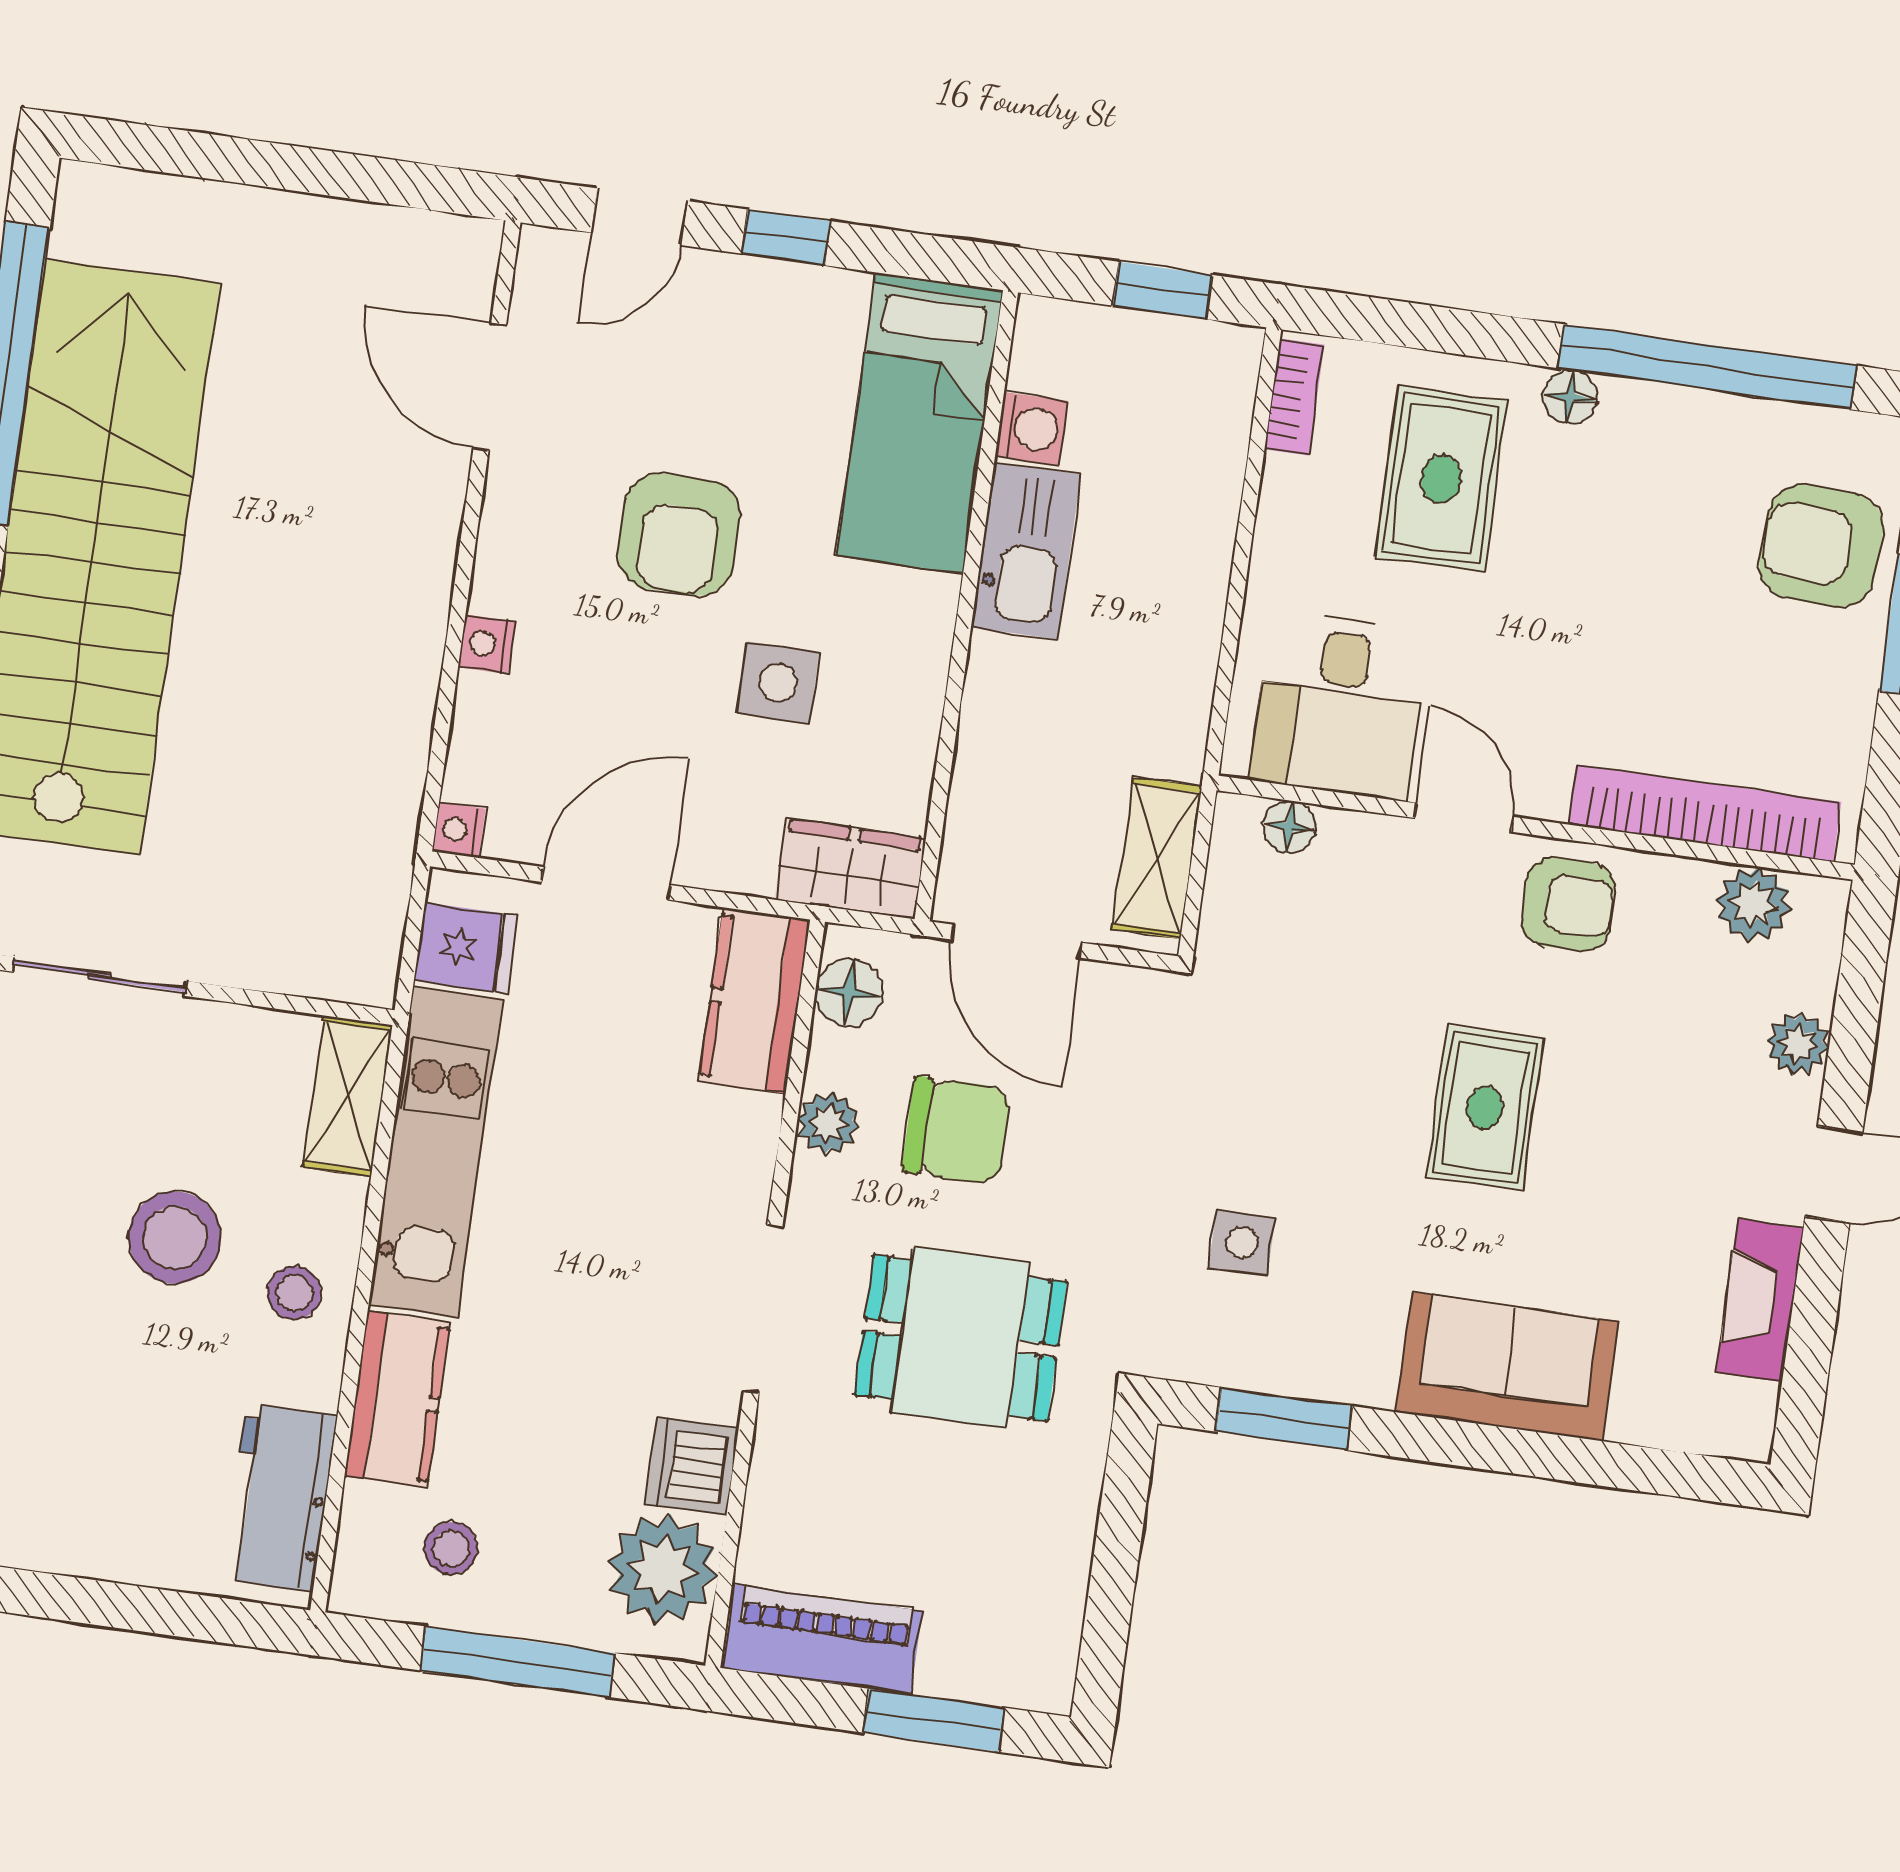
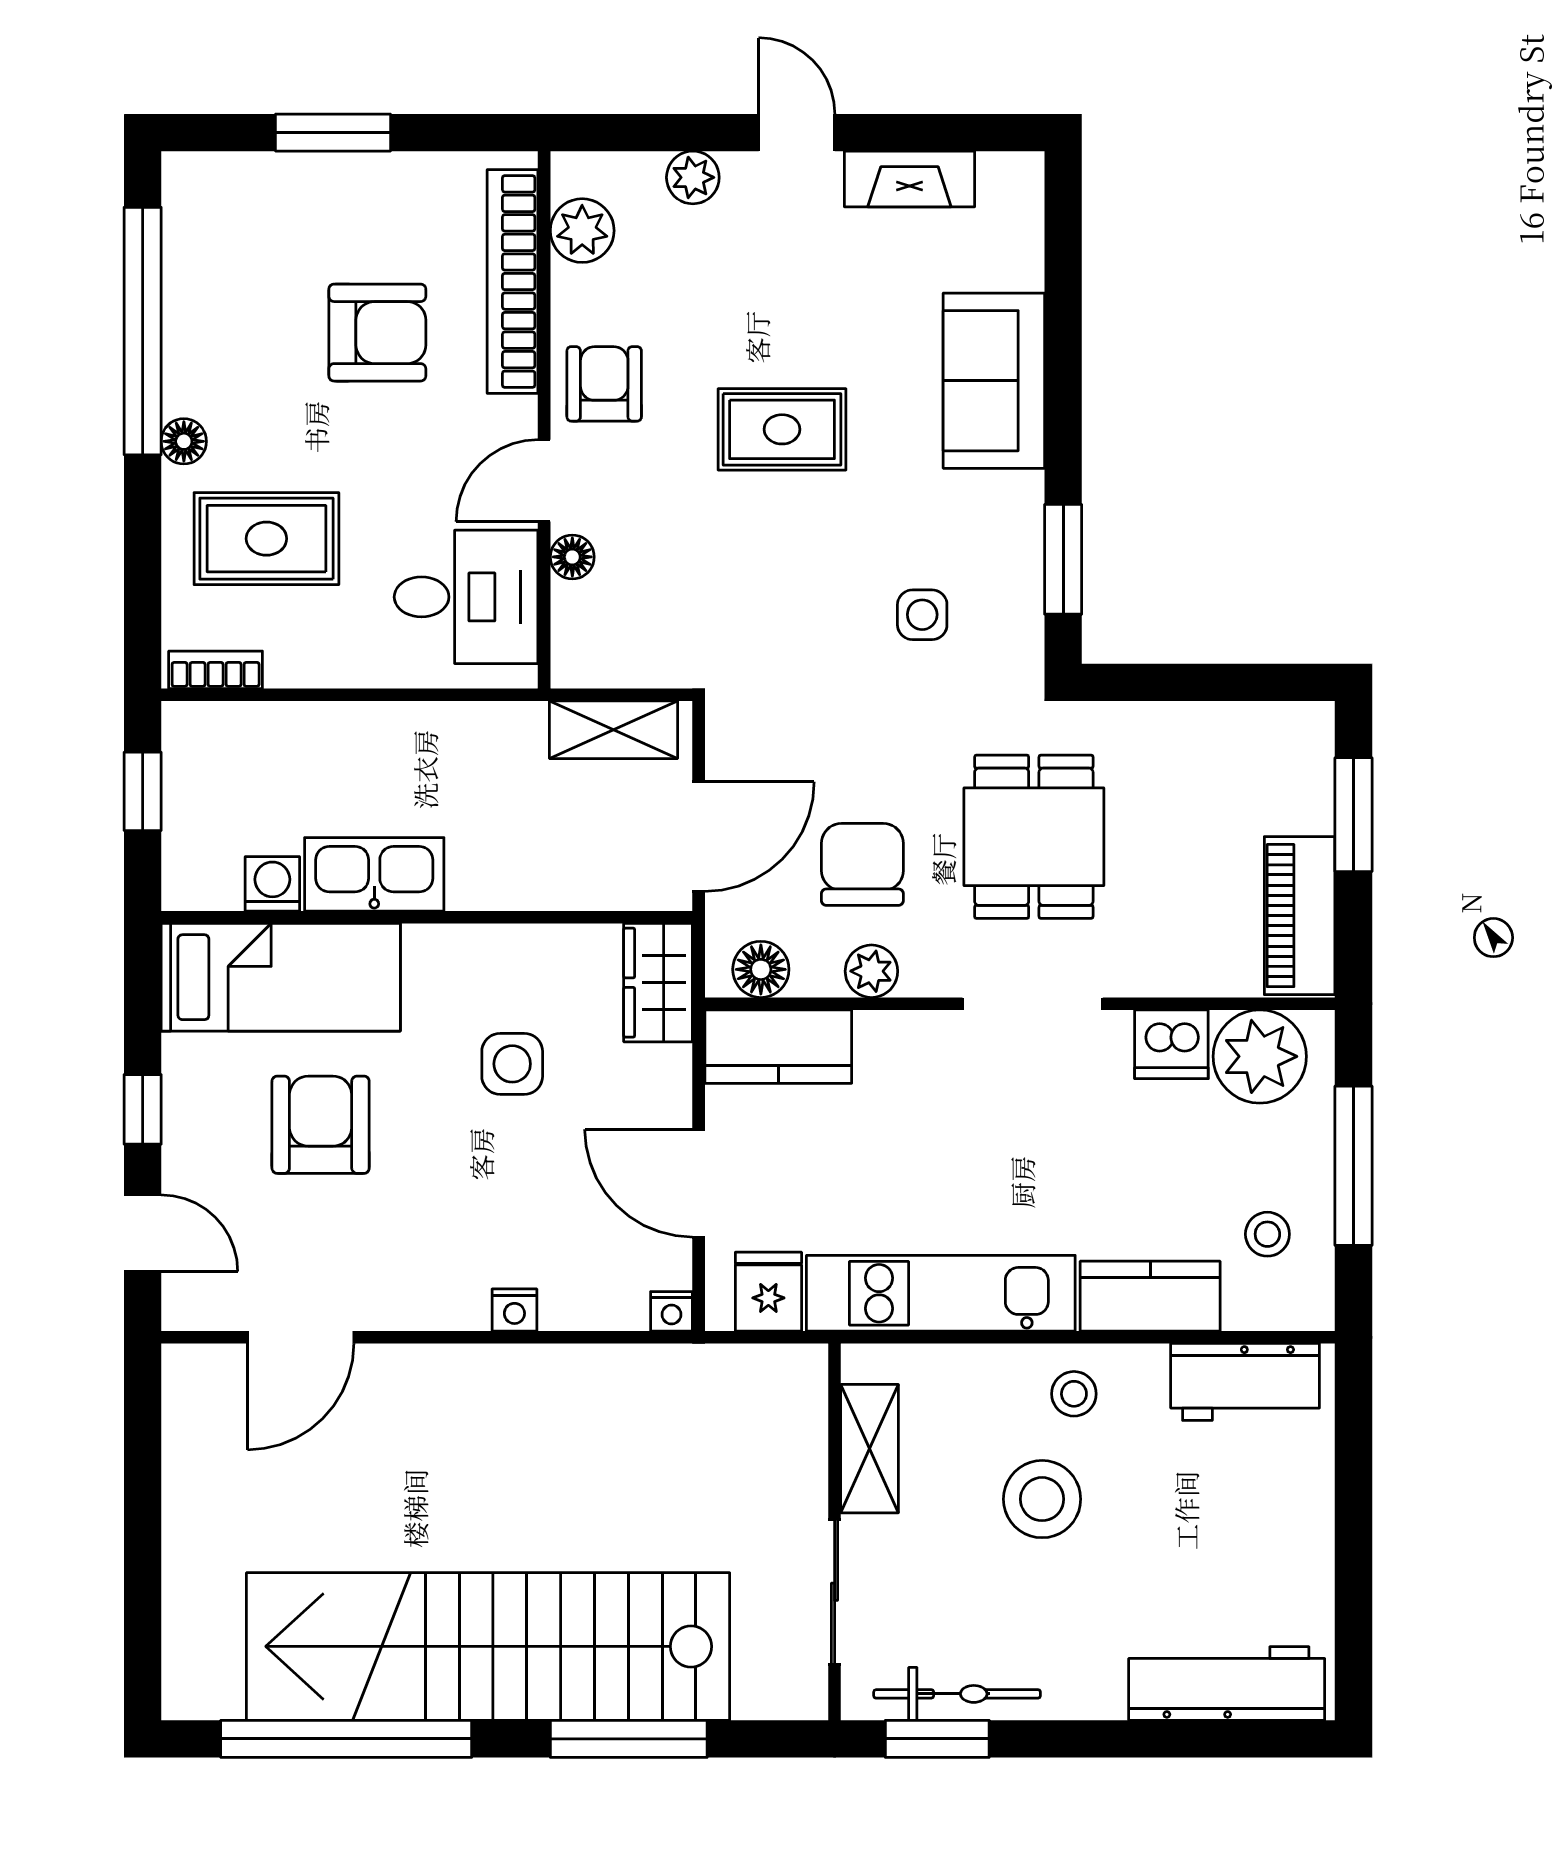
armchair: (679, 534) -> (321, 1125), moved, turned -90
armchair: (1821, 546) -> (377, 333), moved, turned -93
floor lamp: (1290, 827) -> (572, 557), moved
shelving: (348, 1096) -> (870, 1449), moved, turned 90

